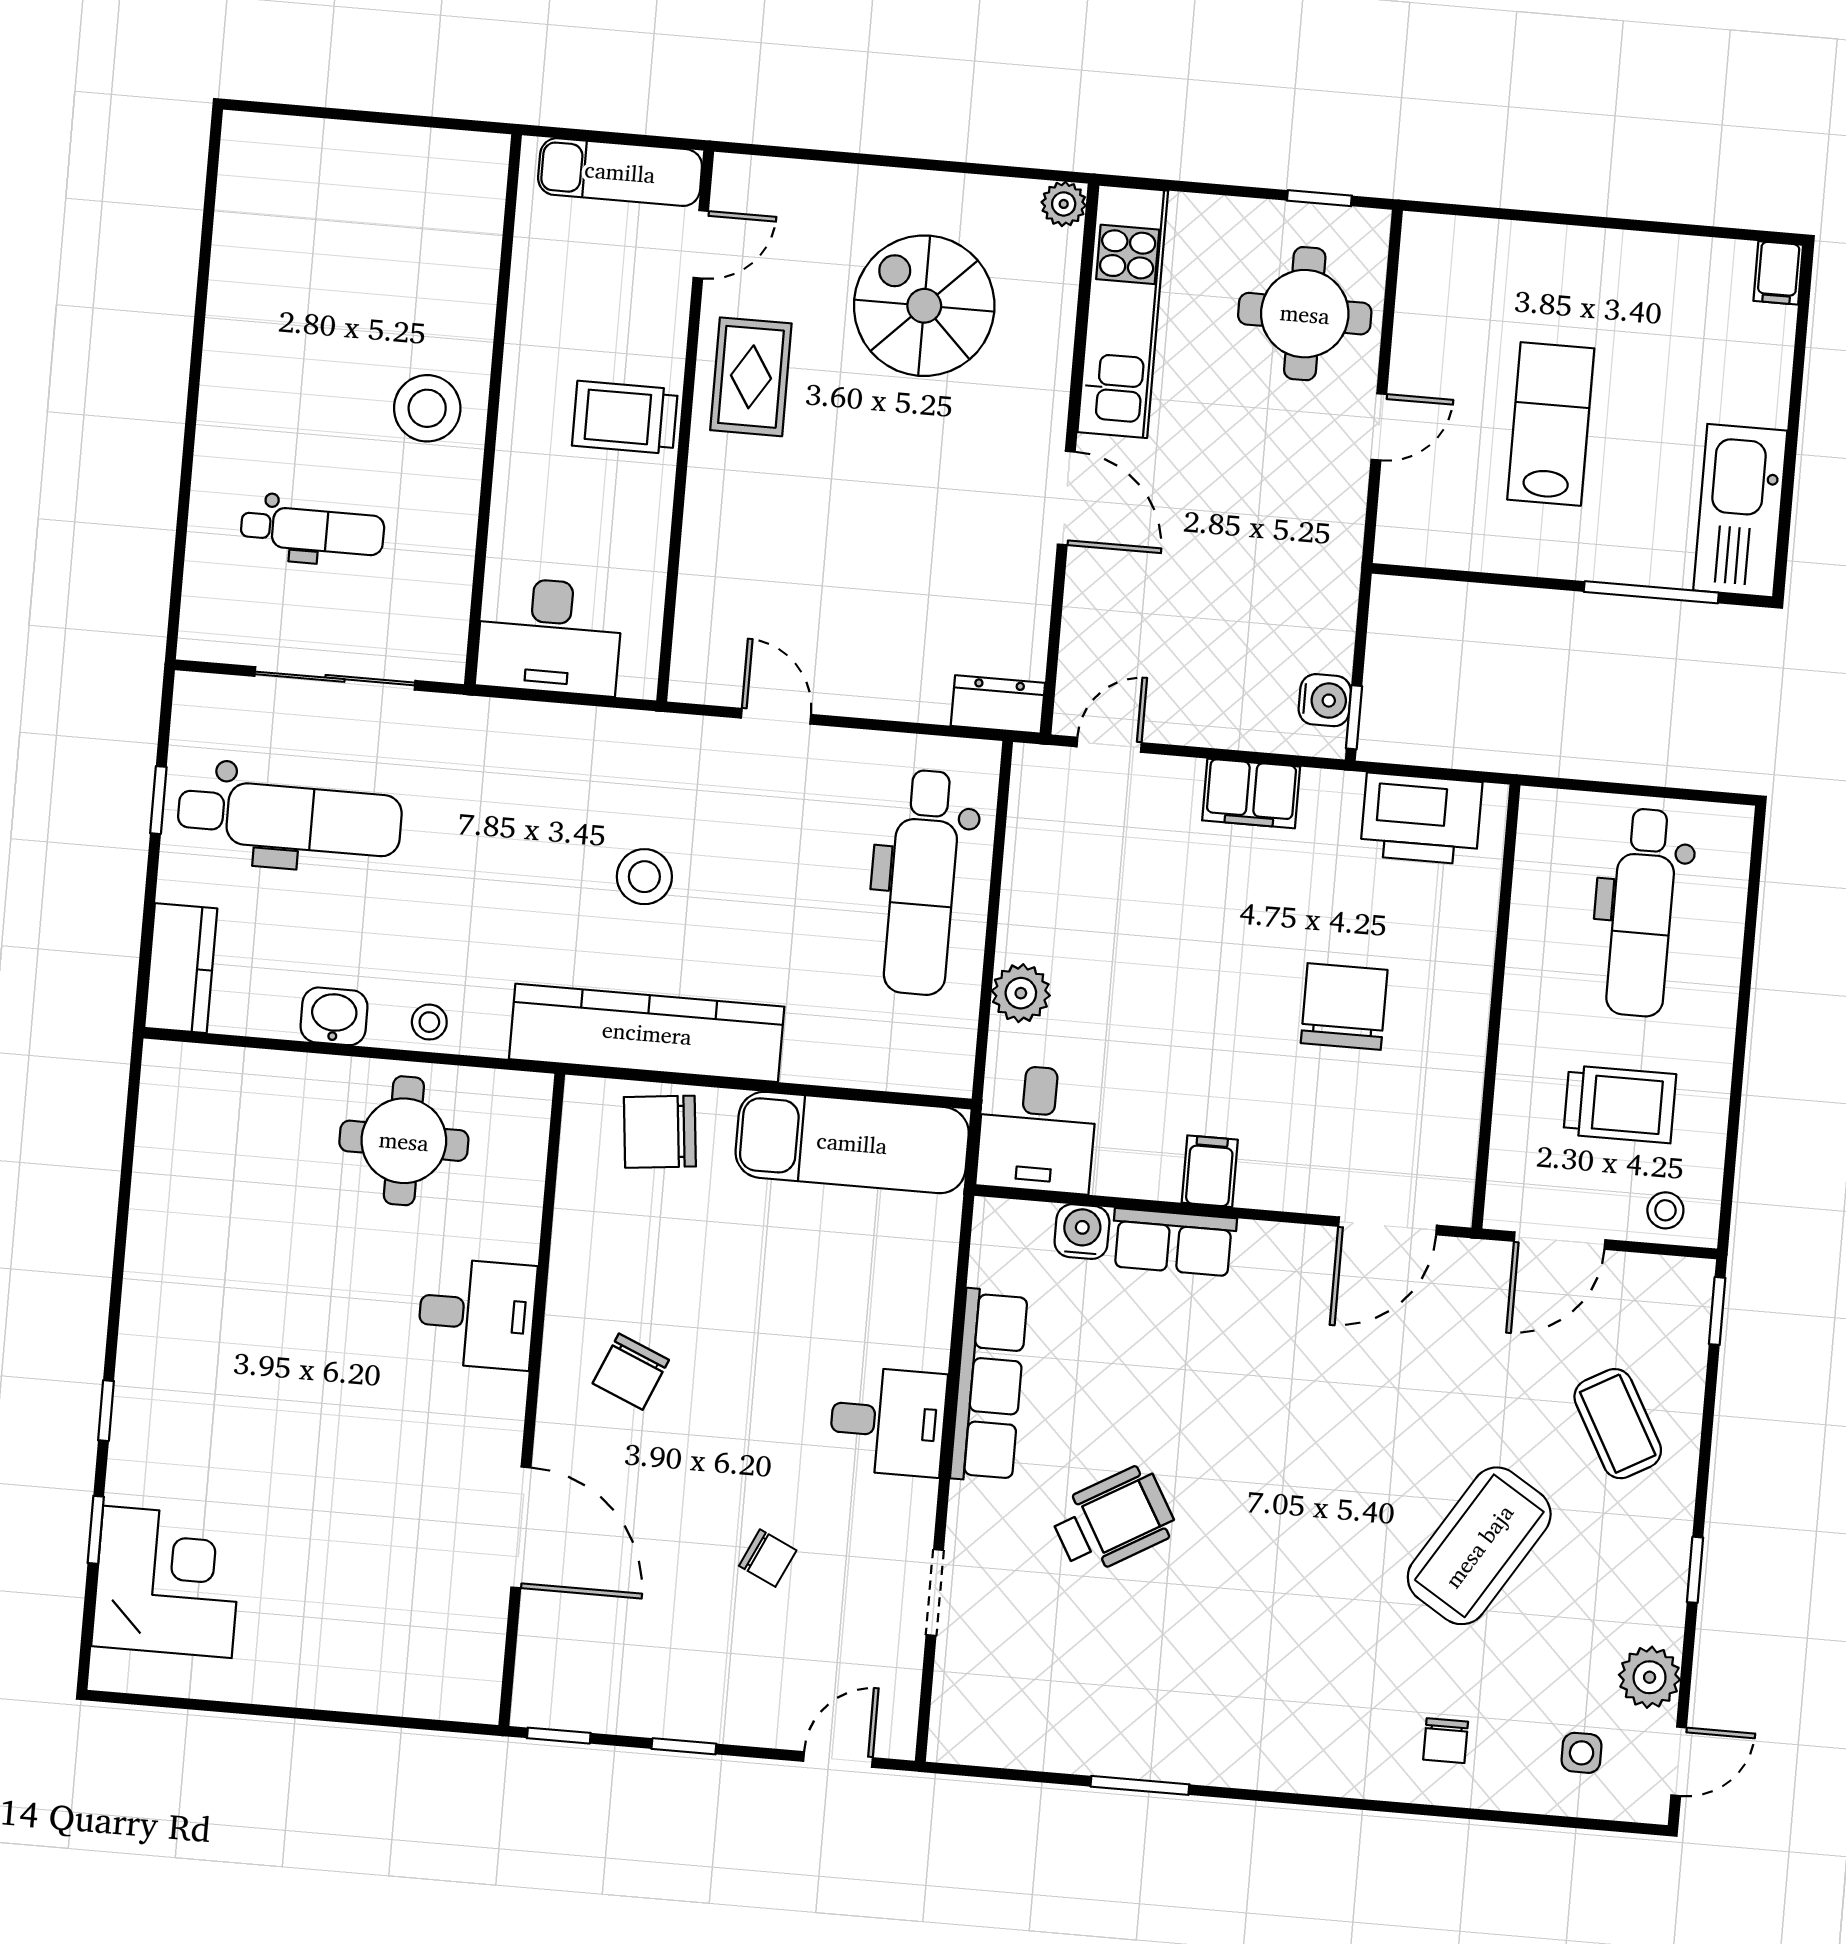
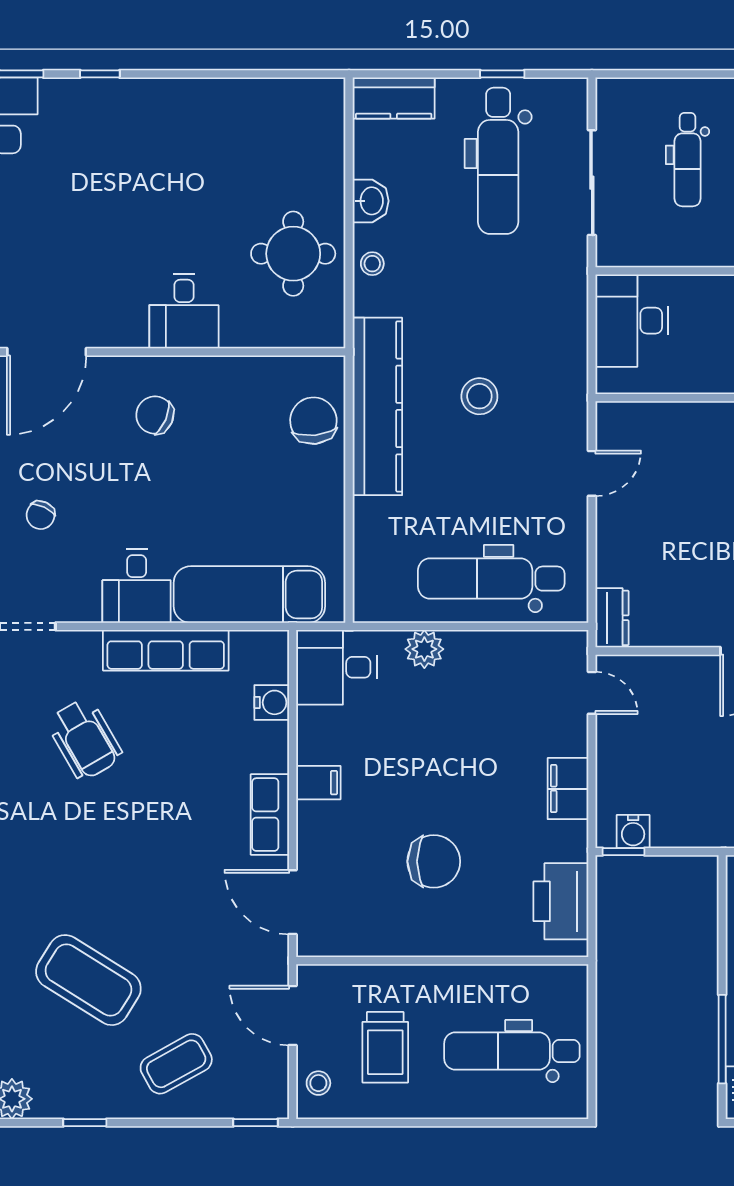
exam couch: (852, 1143) -> (249, 595), moved, turned 90
row of seats: (1174, 1242) -> (270, 815), moved

